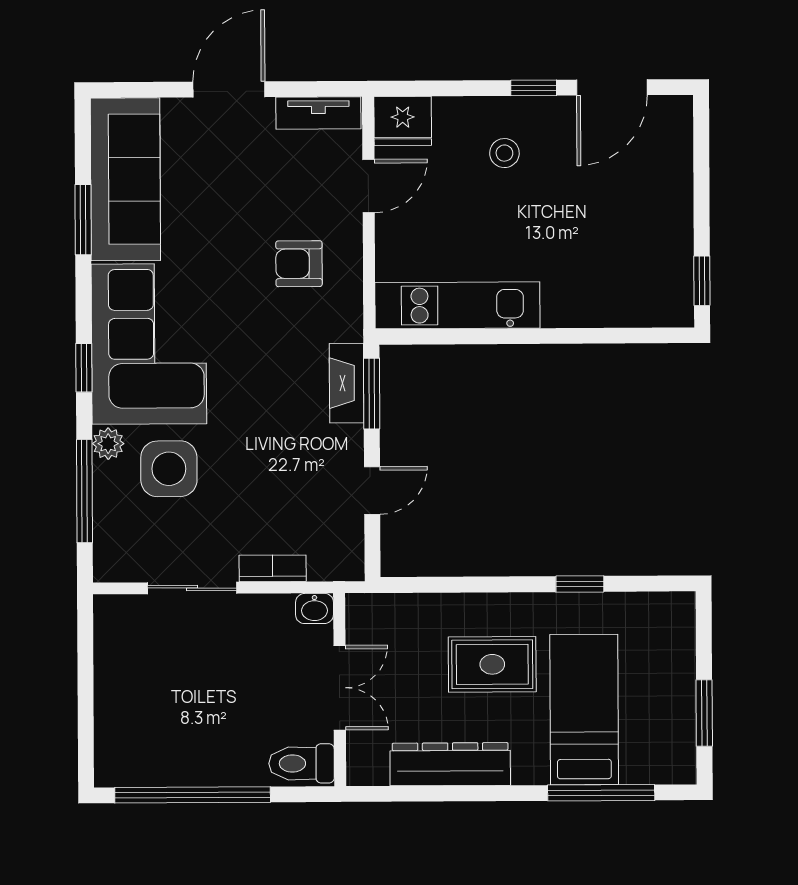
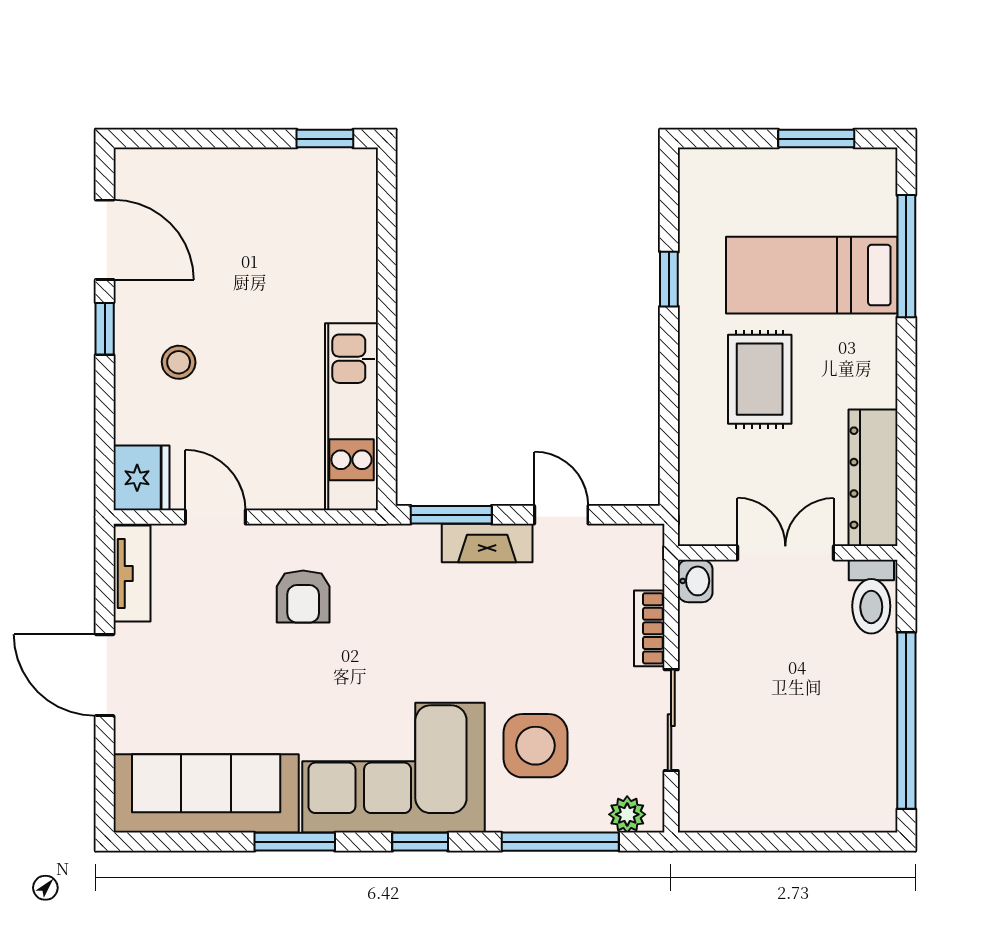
window: (83, 220) -> (295, 842), moved
fireplace: (347, 383) -> (487, 543), moved
plant: (108, 444) -> (627, 814), moved
dresser: (450, 764) -> (873, 478), moved

